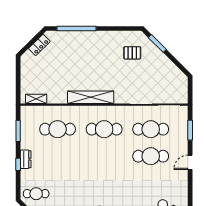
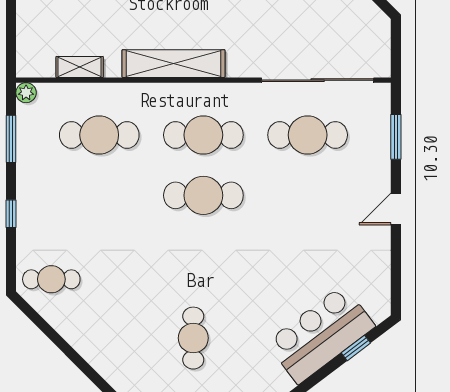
shelving: (36, 99) -> (80, 67), moved
plant: (25, 110) -> (26, 93), added
cafe table: (151, 156) -> (203, 195), moved
dresser: (26, 159) -> (28, 202), removed

